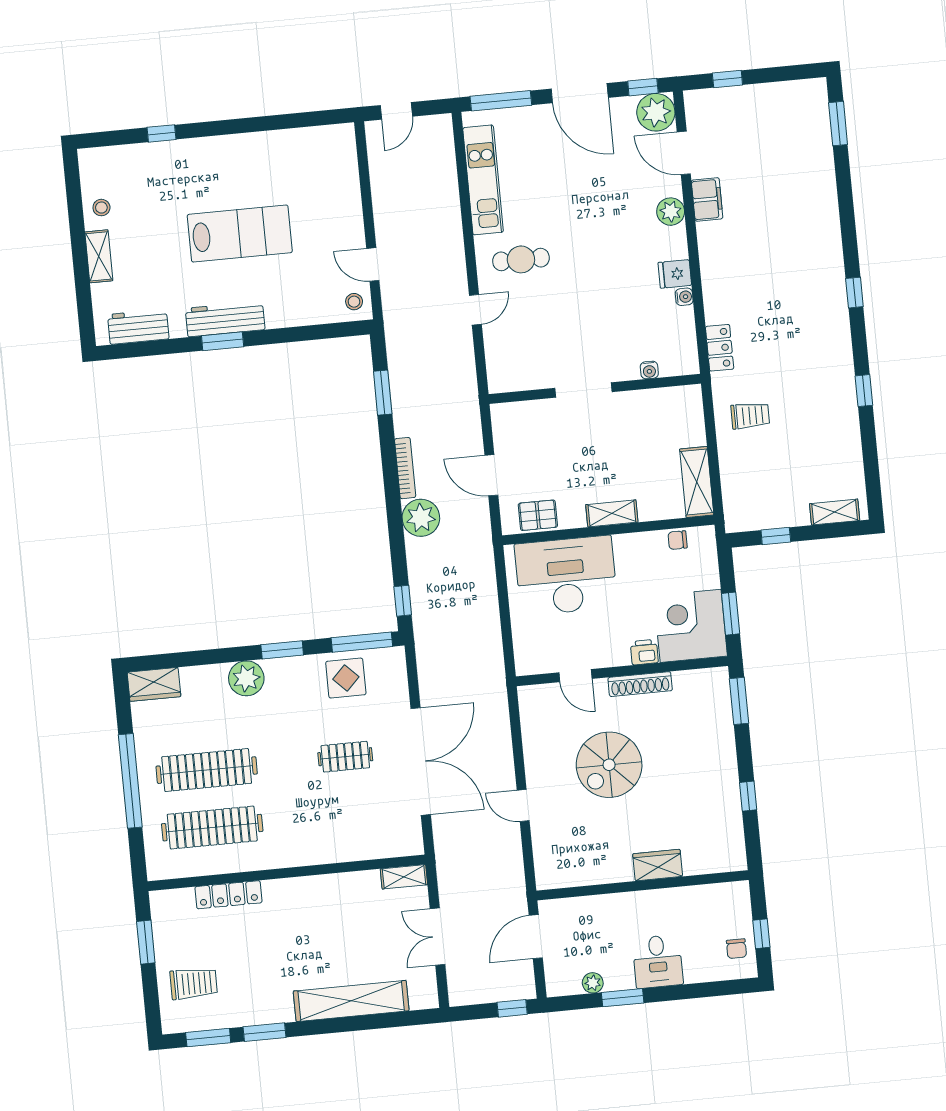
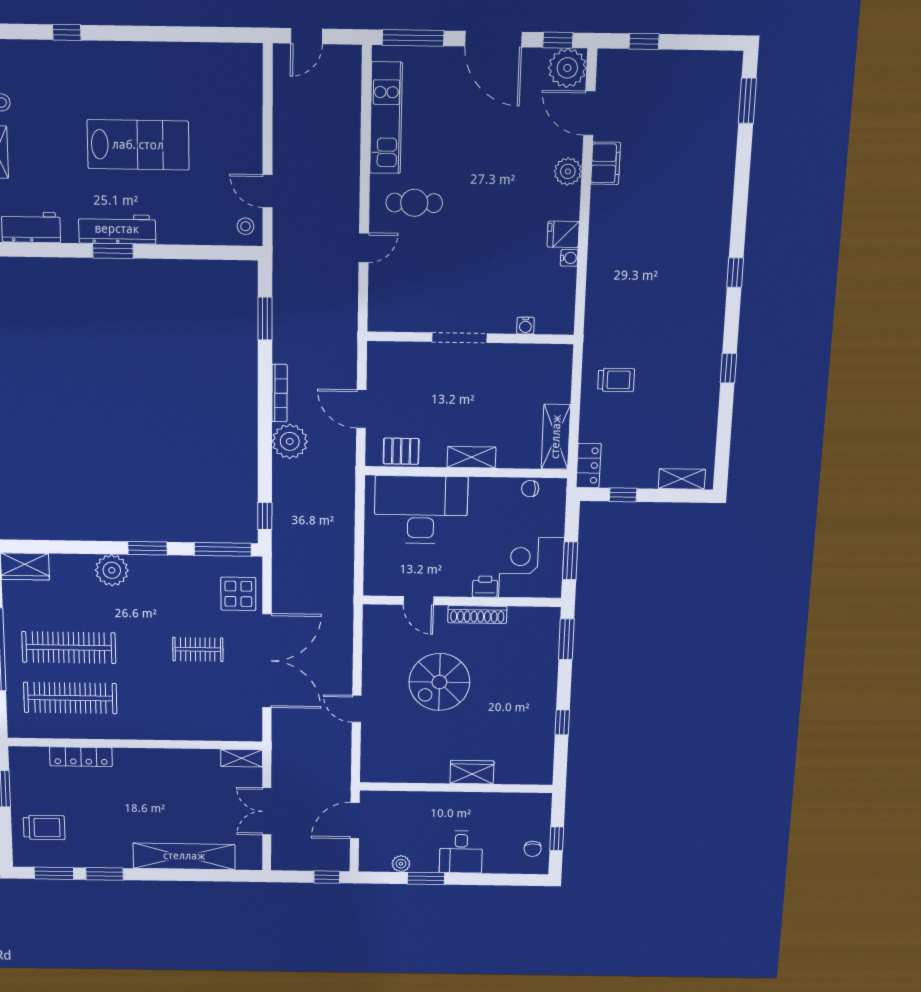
locker: (720, 348) -> (589, 465), moved
display table: (346, 678) -> (238, 594), moved

